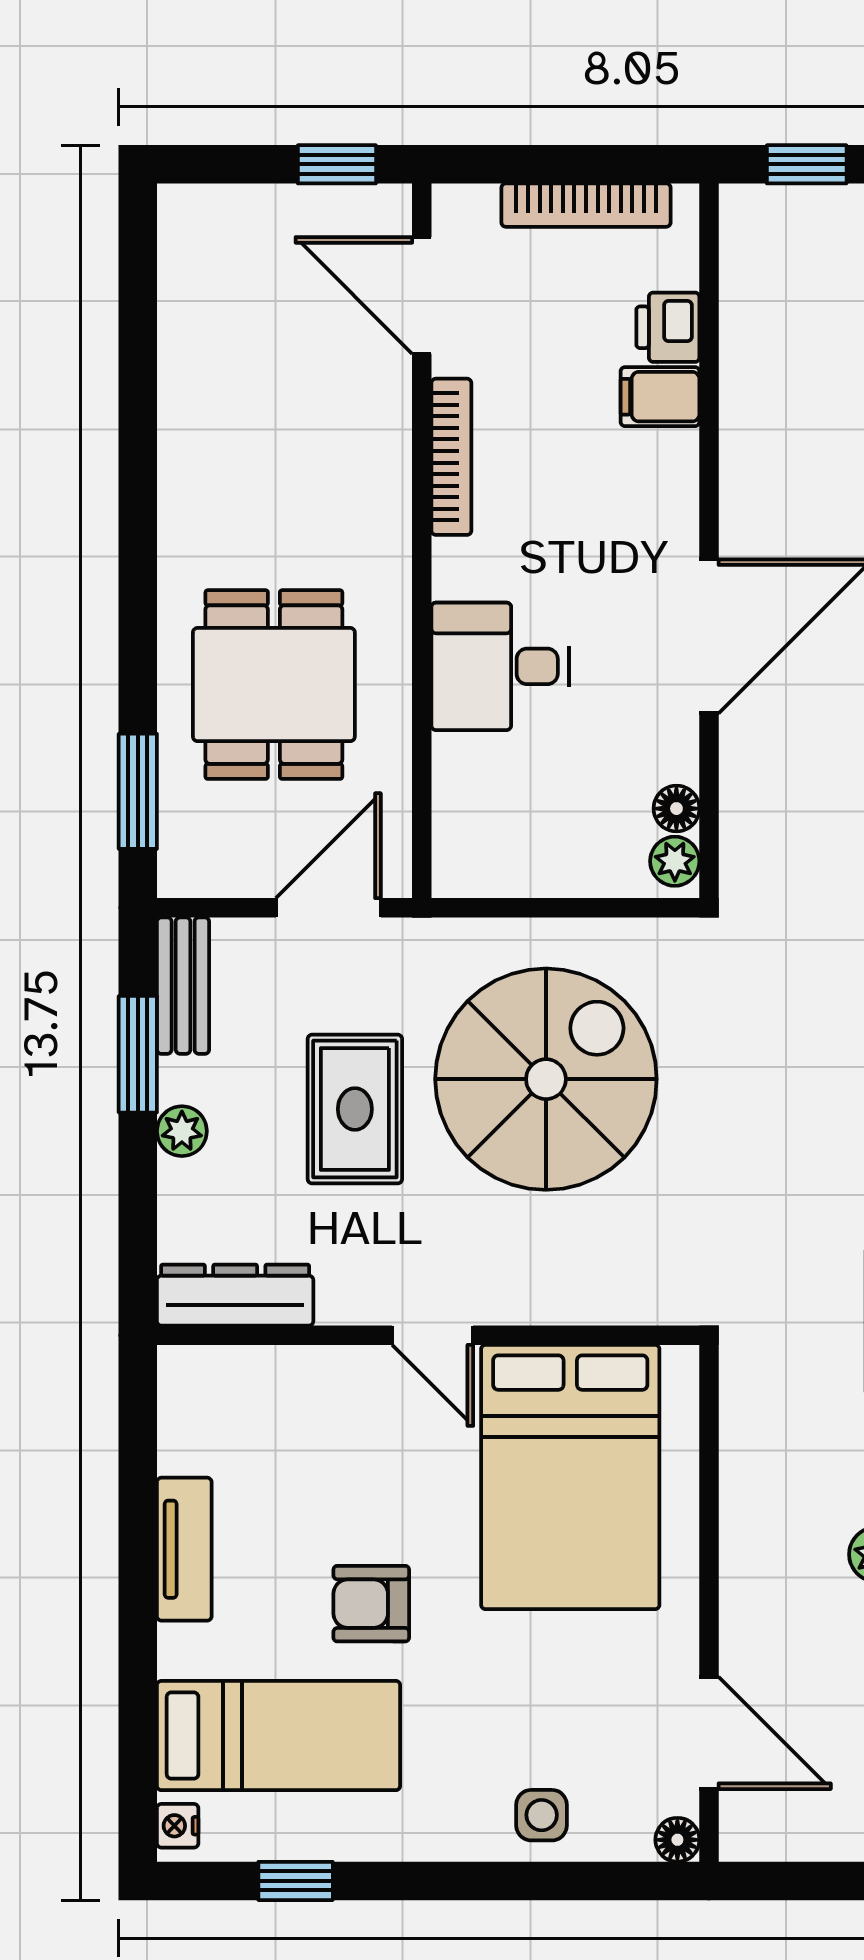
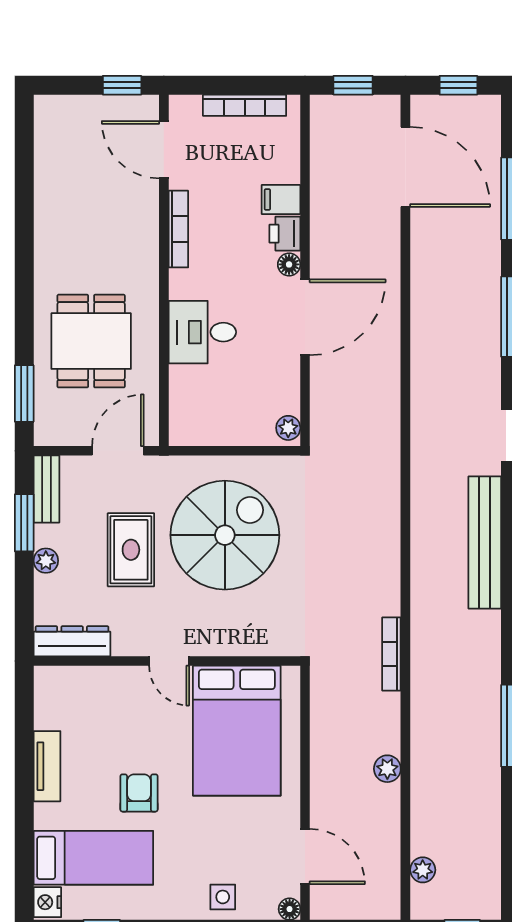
printer: (668, 327) -> (285, 234), moved
floor lamp: (676, 809) -> (289, 264), moved
armchair: (371, 1604) -> (139, 793), turned 90
nightstand: (178, 1826) -> (47, 902), width x1.39, depth x1.35

